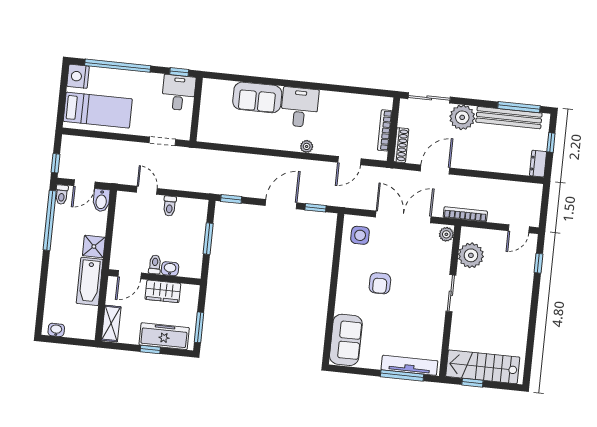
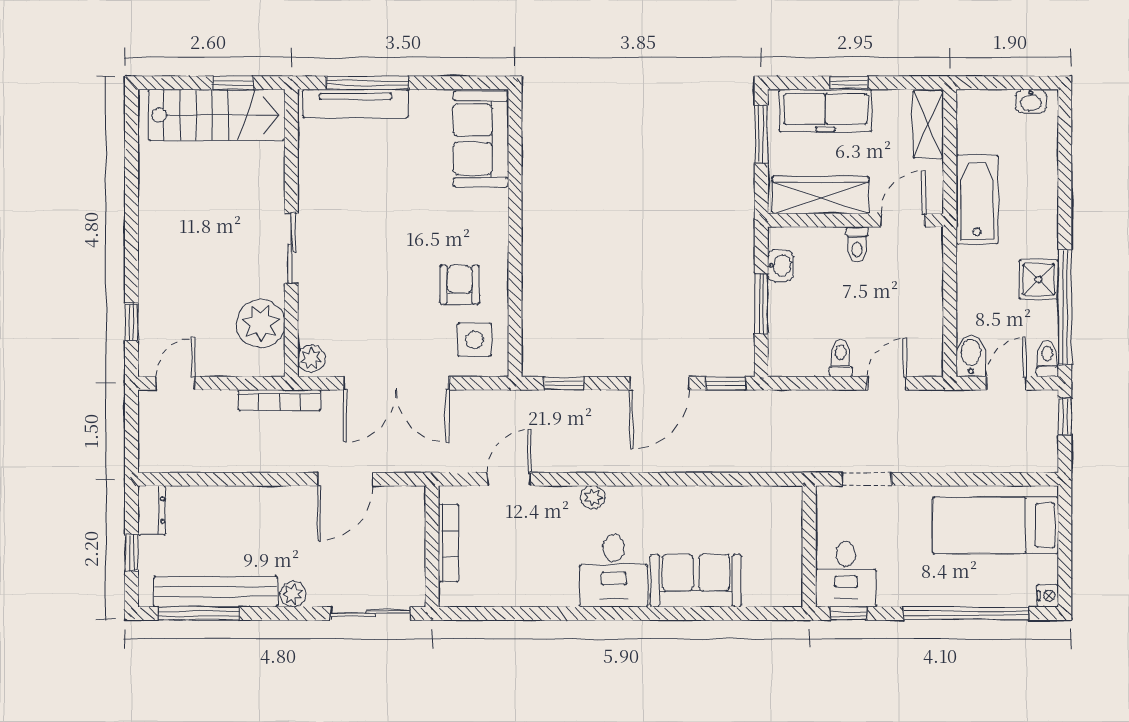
nightstand: (78, 76) -> (1048, 596), width x0.53, depth x0.56
plant: (462, 117) -> (293, 594), width x0.53, depth x0.53
shoe rack: (401, 145) -> (414, 518), removed
door: (147, 190) -> (887, 383), swing flipped
door: (281, 204) -> (660, 383), moved
shower: (94, 246) -> (1039, 279), moved
washbasin: (170, 269) -> (780, 266), moved, turned -90
armchair: (380, 283) -> (460, 285), moved
wardrobe: (163, 291) -> (820, 195), width x1.50

